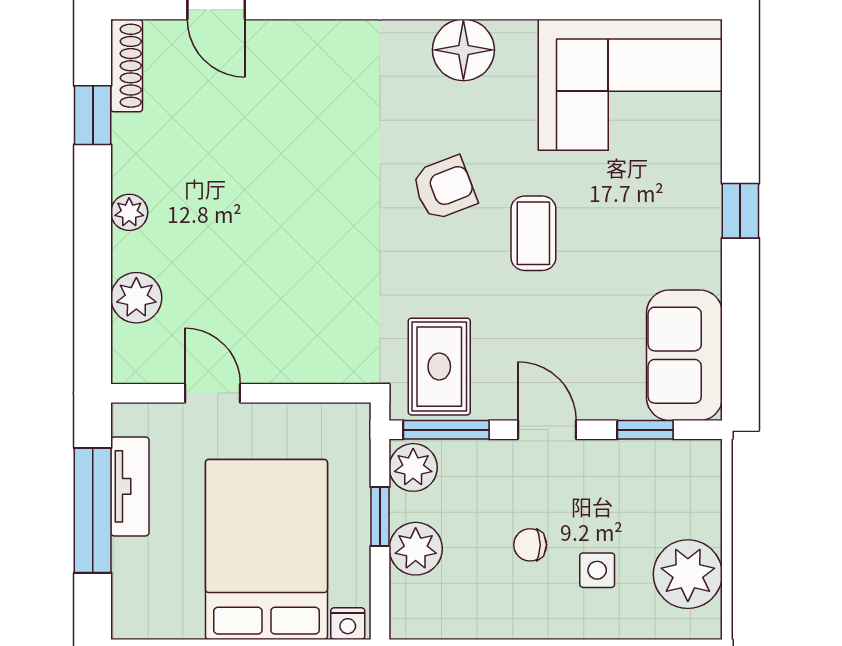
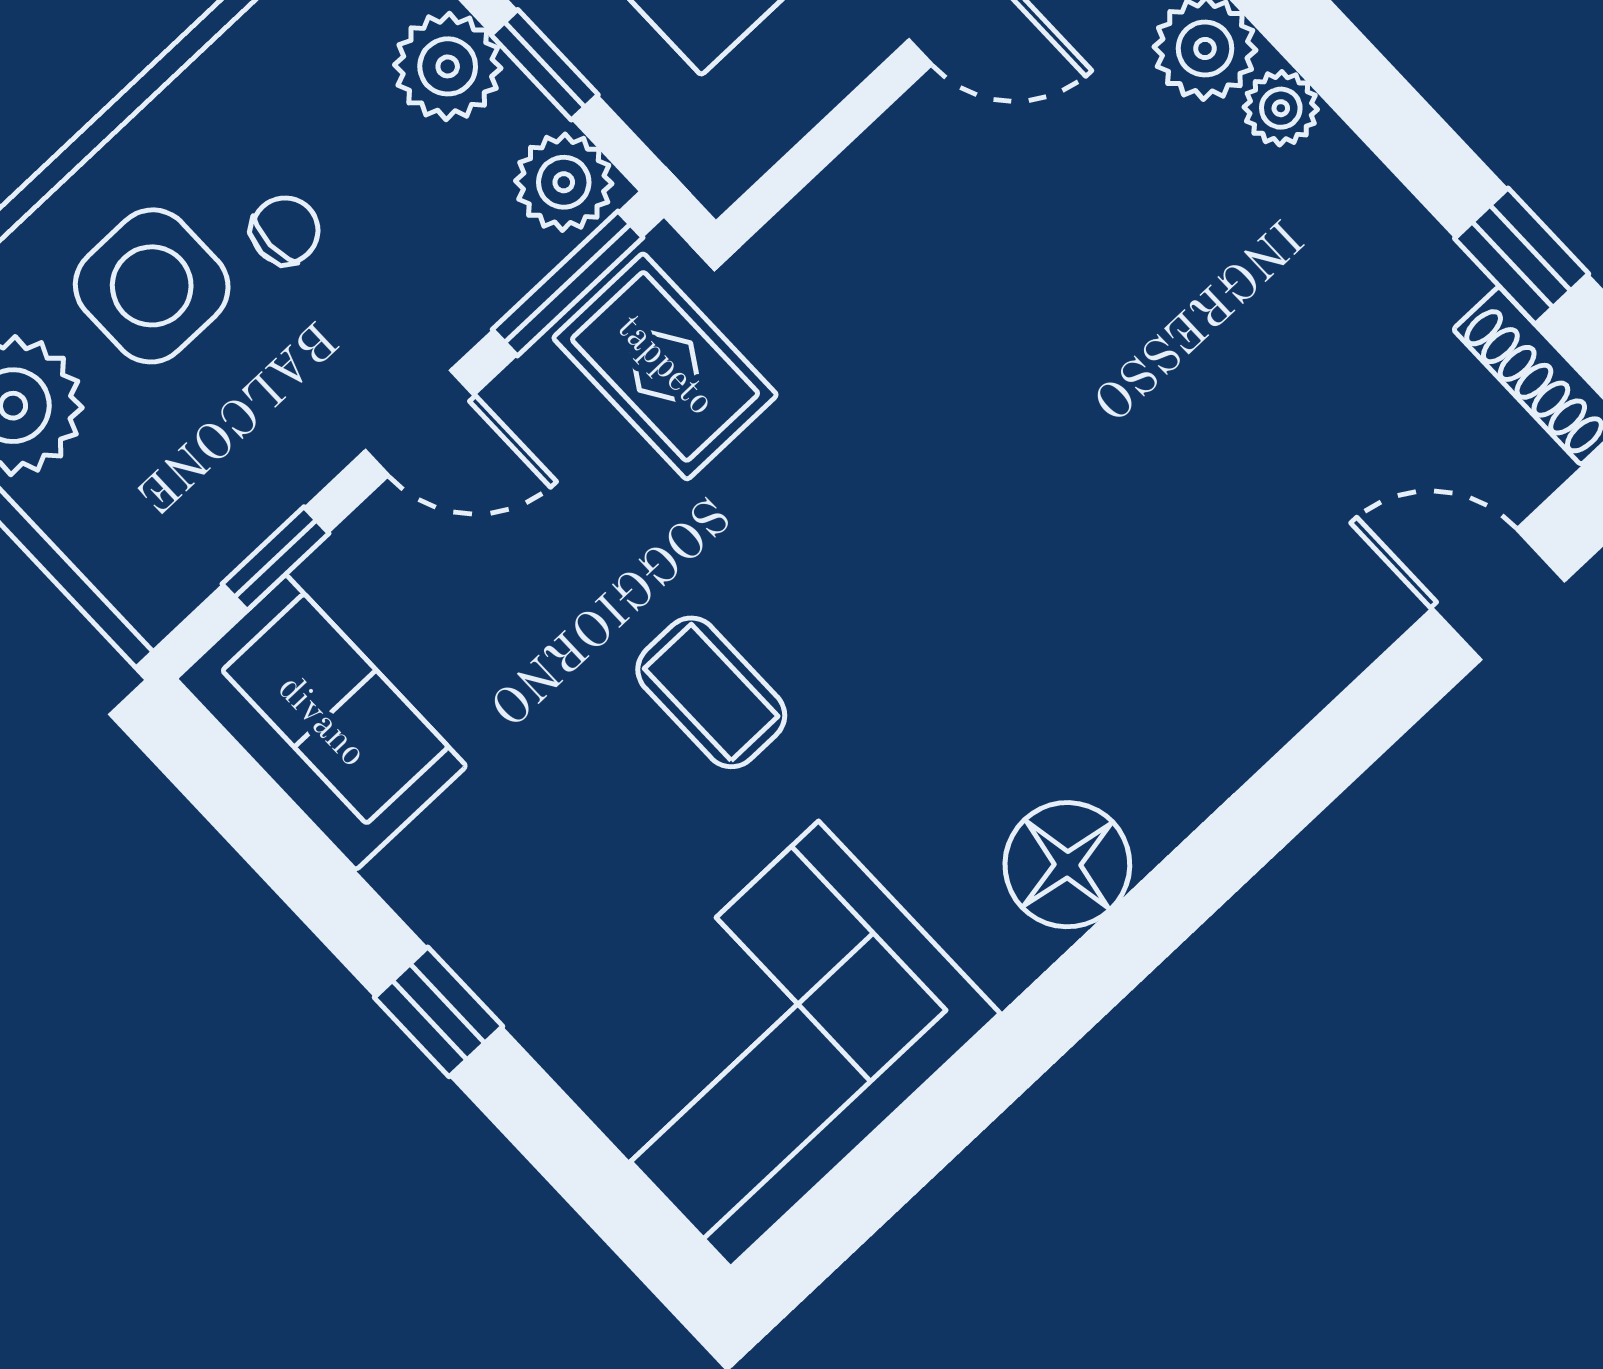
armchair: (444, 188) -> (904, 635), removed
plant: (129, 212) -> (1281, 108), moved
side table: (597, 570) -> (152, 286), width x1.87, depth x1.87

